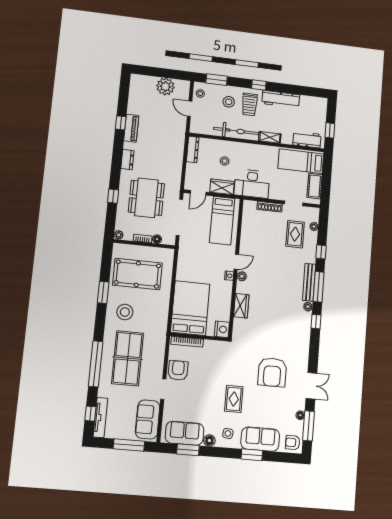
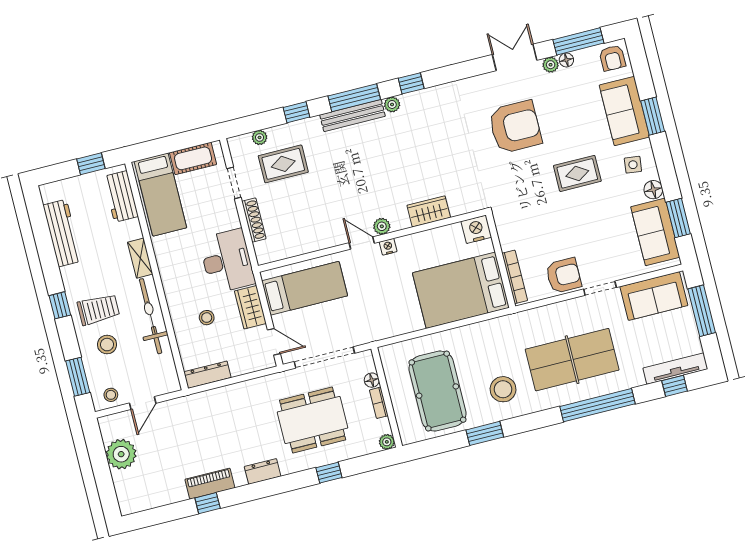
workbench: (281, 99) -> (62, 233), moved
armchair: (178, 370) -> (563, 276), turned 180
plant: (301, 405) -> (551, 65), added

